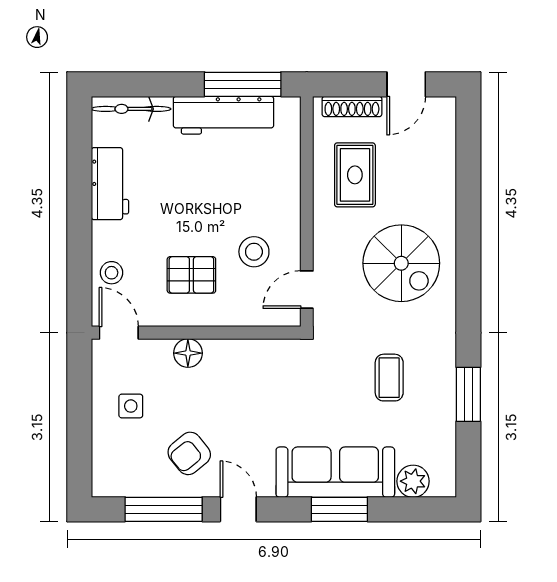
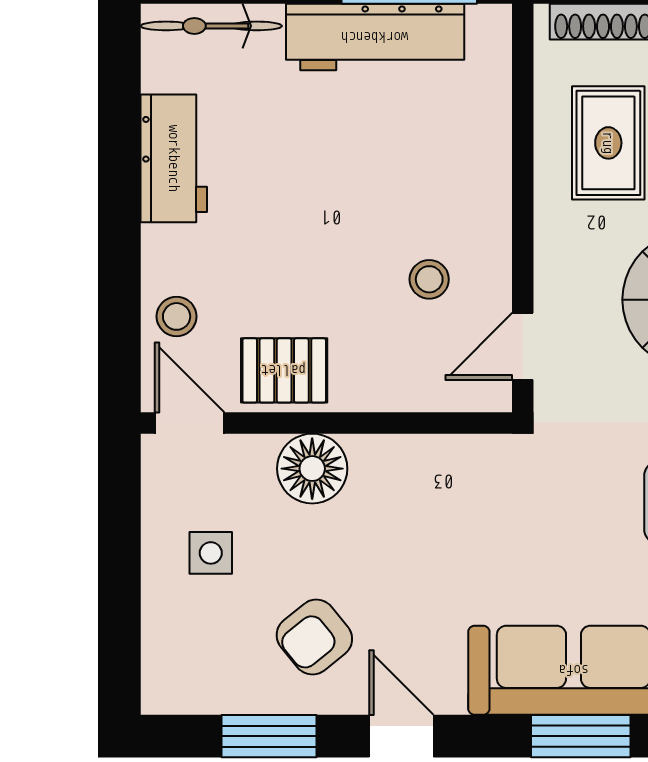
stool: (254, 252) -> (429, 279), width x0.73, depth x0.73
pallet: (191, 275) -> (284, 370), moved
floor lamp: (188, 353) -> (312, 469), width x1.38, depth x1.38
window: (164, 509) -> (269, 736), width x0.69

